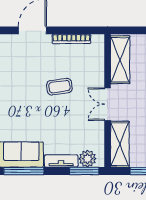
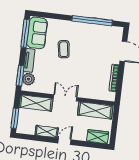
coffee table: (59, 87) -> (64, 49), moved

